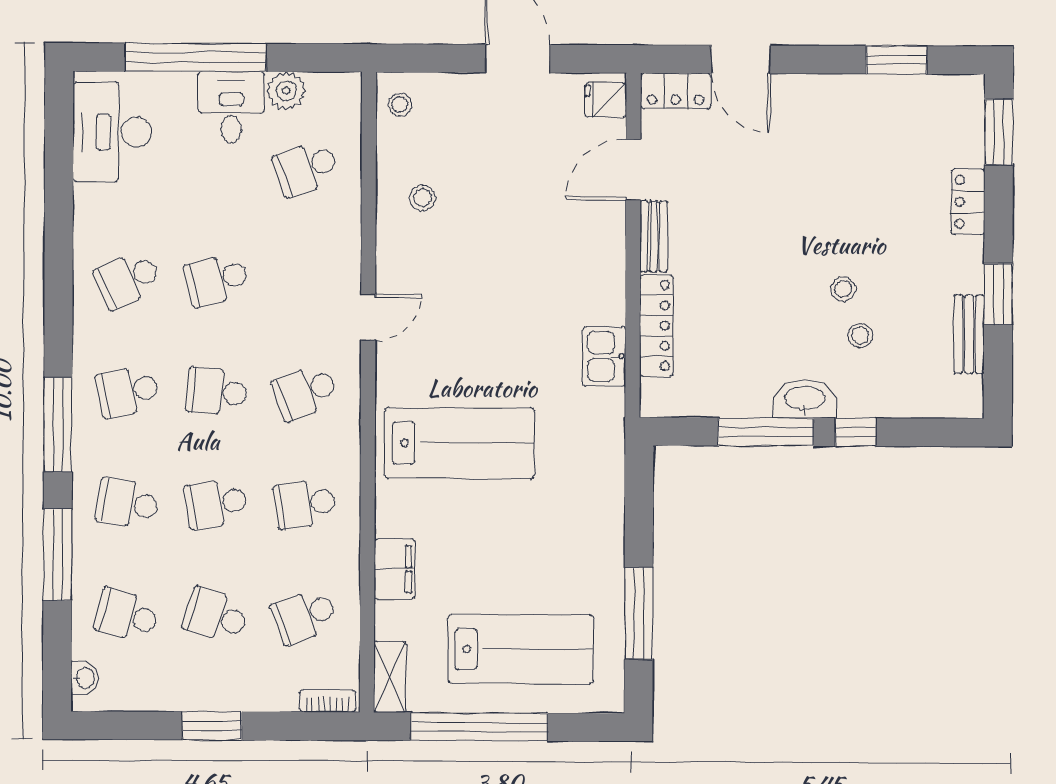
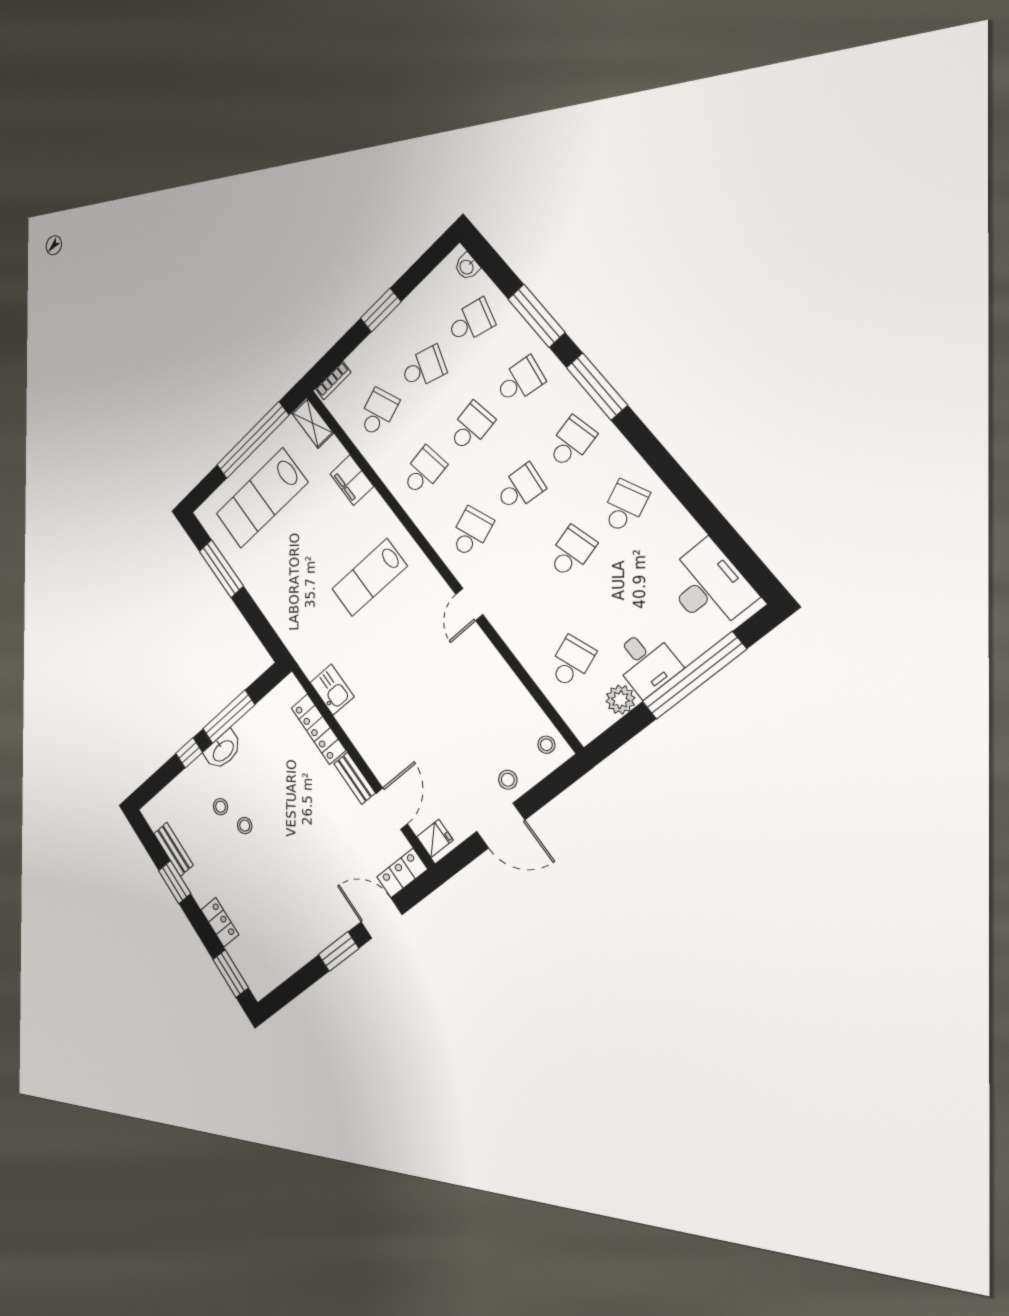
window: (897, 60) -> (339, 951), moved
stool: (423, 198) -> (508, 780), moved
lab bench: (460, 443) -> (369, 577), width x0.73, depth x0.72

